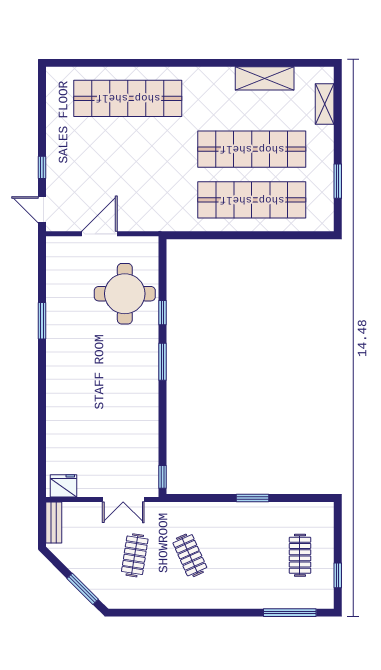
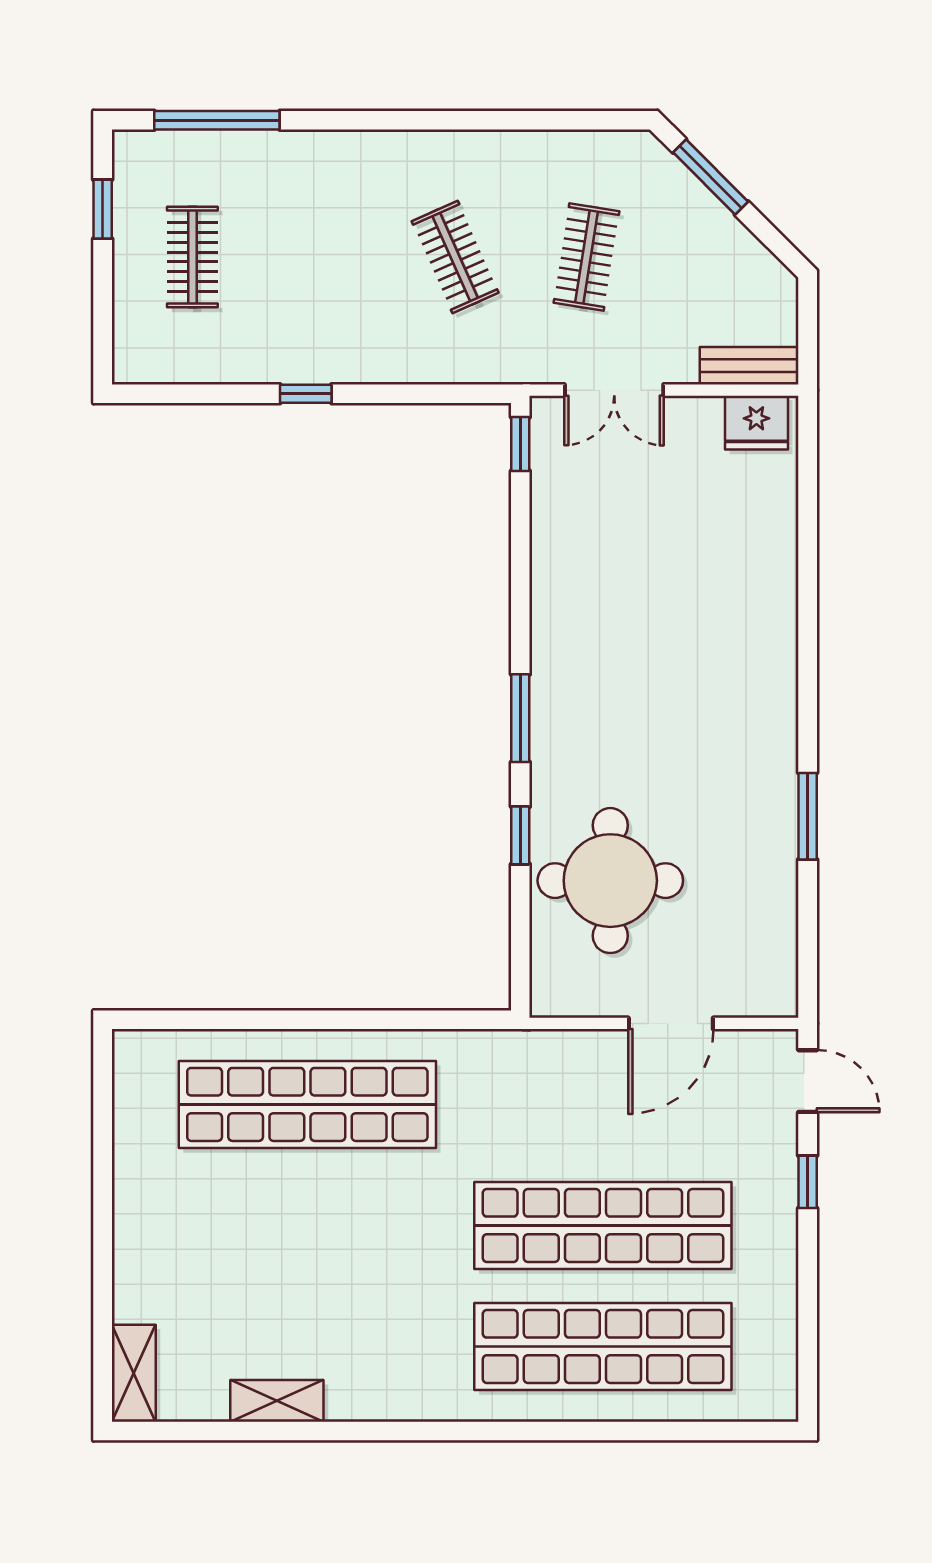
shelving: (265, 78) -> (277, 1401), width x0.67, depth x0.75
shelving: (325, 104) -> (134, 1373), moved
shop shelf: (252, 149) -> (603, 1225), moved
window: (338, 181) -> (103, 1149), removed
window: (252, 498) -> (306, 394), width x0.67
double door: (123, 499) -> (614, 390), swing flipped
bench: (54, 522) -> (749, 366), moved, turned 90

